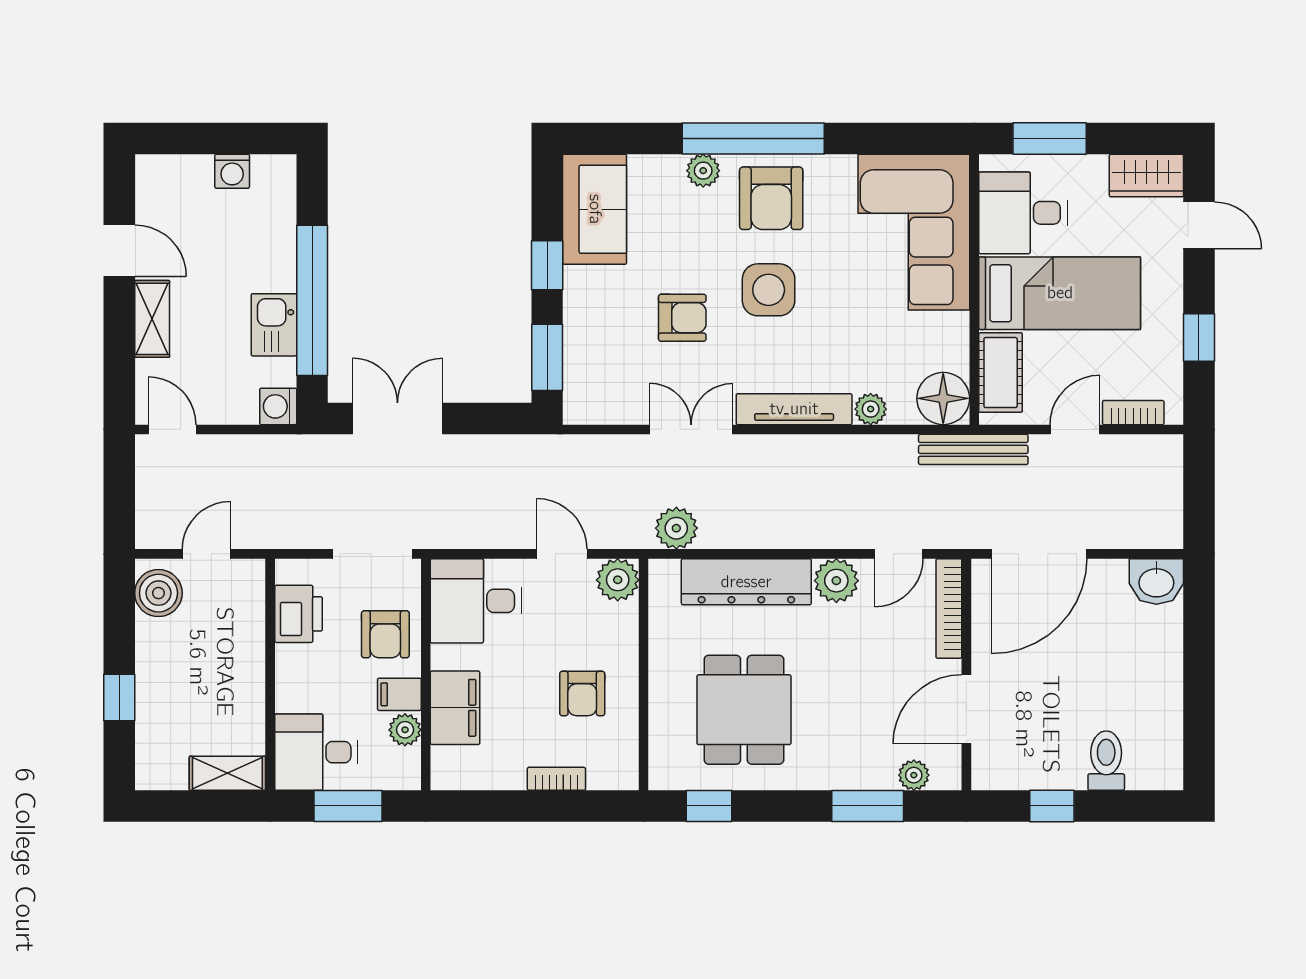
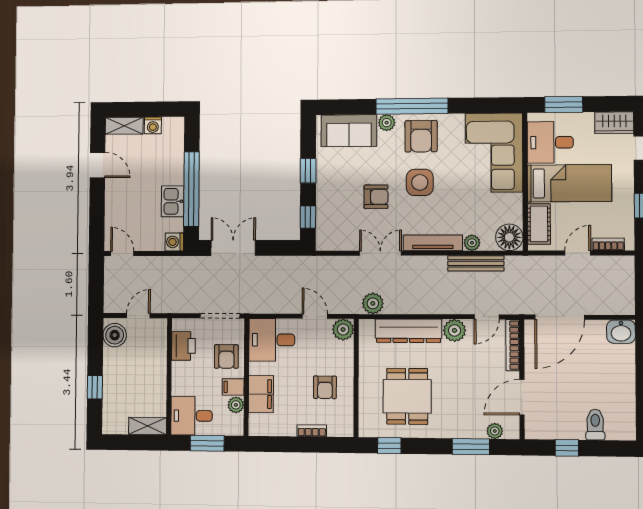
sofa: (595, 209) -> (349, 131), moved, turned 90
shelving: (152, 319) -> (124, 126), moved, turned 90
window: (547, 357) -> (308, 217), width x0.67
bench: (973, 449) -> (476, 263), moved

